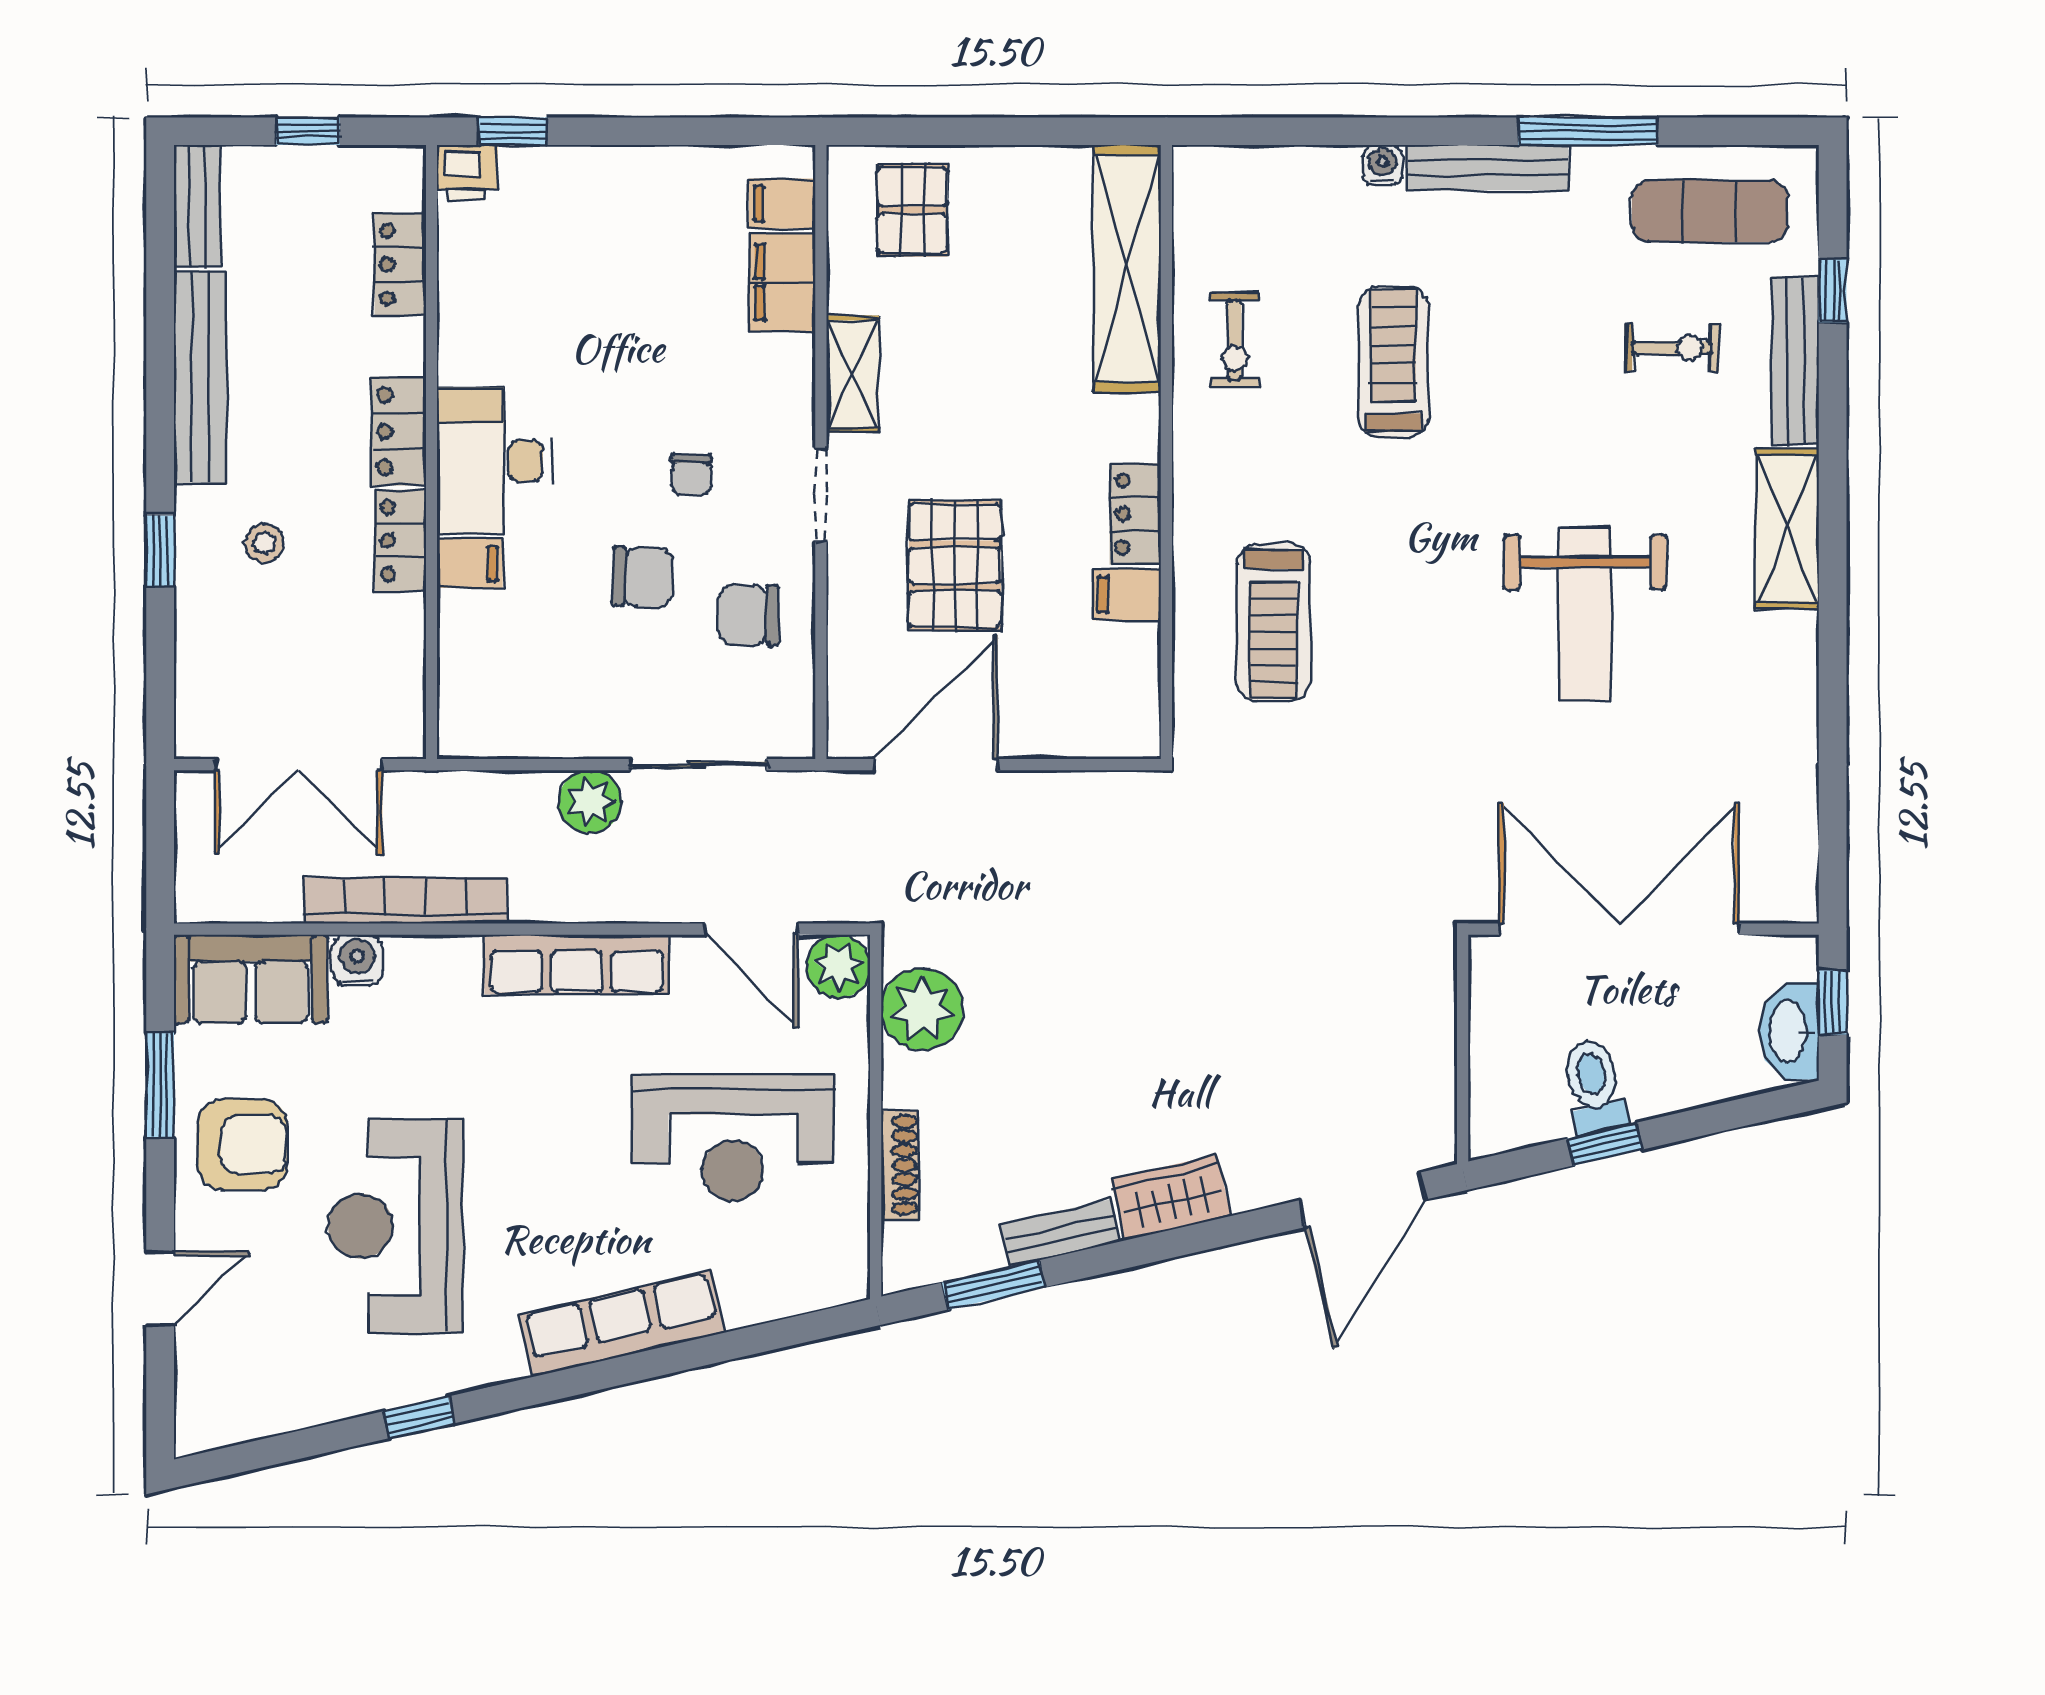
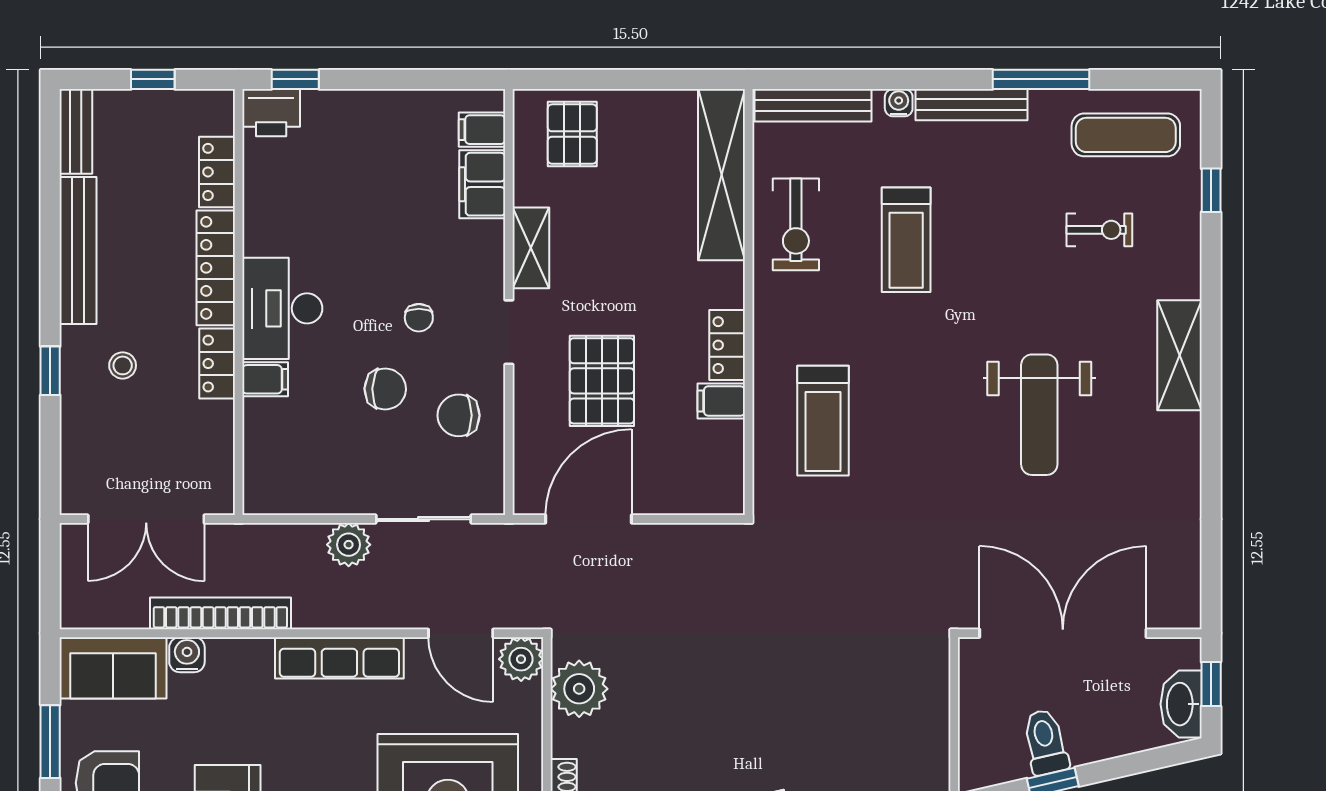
printer: (467, 172) -> (271, 113), width x1.36, depth x1.24
exercise bike: (1235, 340) -> (796, 224), width x1.38, depth x1.39
bench: (1795, 361) -> (813, 105), moved, turned 90
treadmill: (1393, 362) -> (906, 240), turned 180
locker: (399, 431) -> (216, 268), width x1.53

